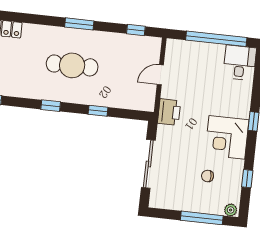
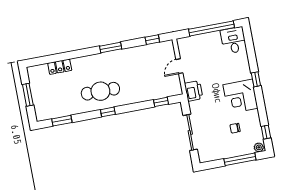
cafe table: (72, 65) -> (100, 91), moved
window: (98, 111) -> (161, 102), moved
window: (247, 179) -> (266, 132), moved

